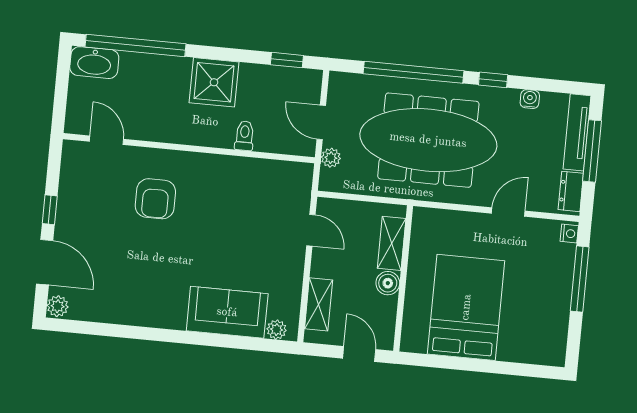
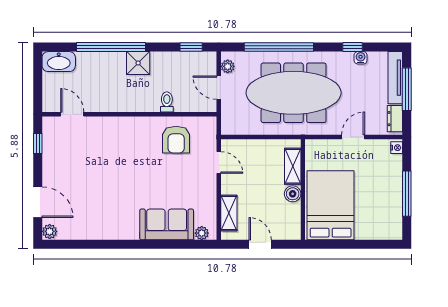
window: (136, 45) -> (111, 47), moved
window: (493, 80) -> (352, 47), moved
shower: (214, 82) -> (138, 63), width x0.73, depth x0.73
plant: (331, 158) -> (228, 66), moved
armchair: (155, 199) -> (176, 140), moved
window: (50, 210) -> (38, 143), moved
shelving: (392, 243) -> (293, 166), moved
wall: (403, 278) -> (303, 190), moved
window: (580, 279) -> (407, 194), moved
boiler: (388, 283) -> (293, 194), moved

